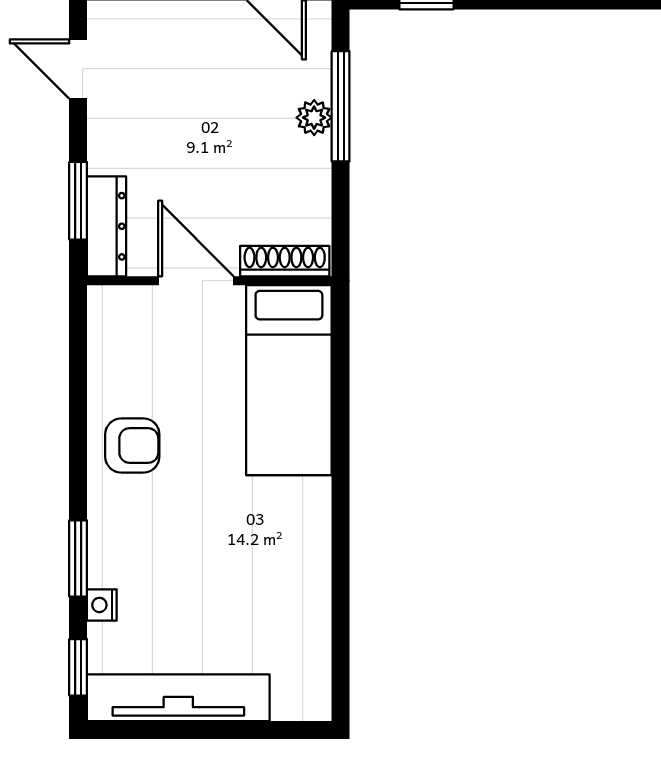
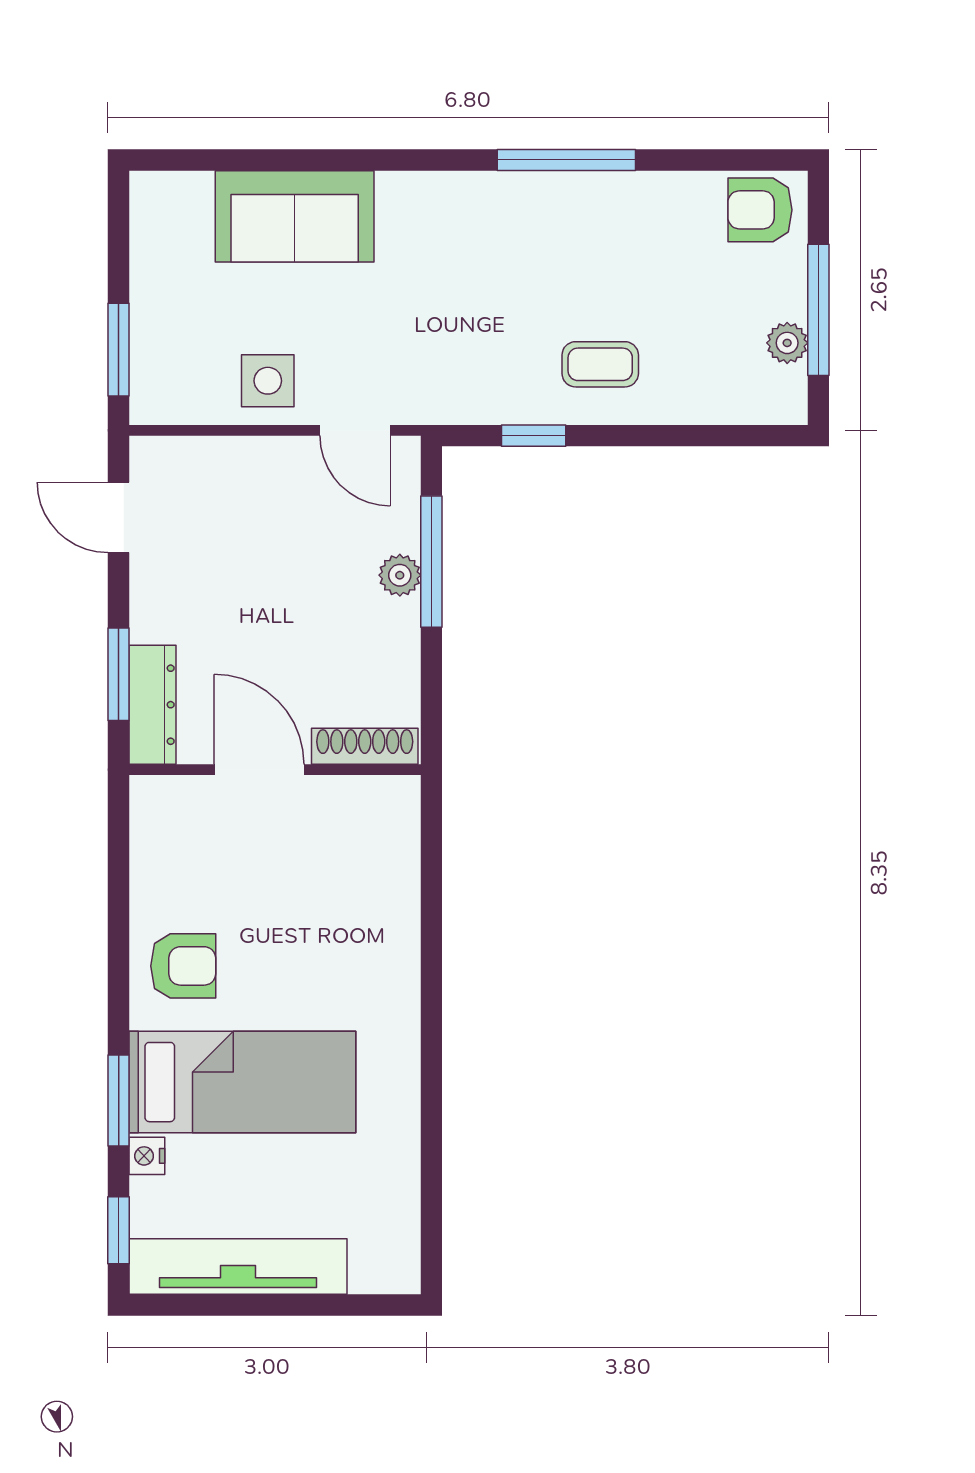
bed: (289, 380) -> (242, 1082), moved, turned -90

